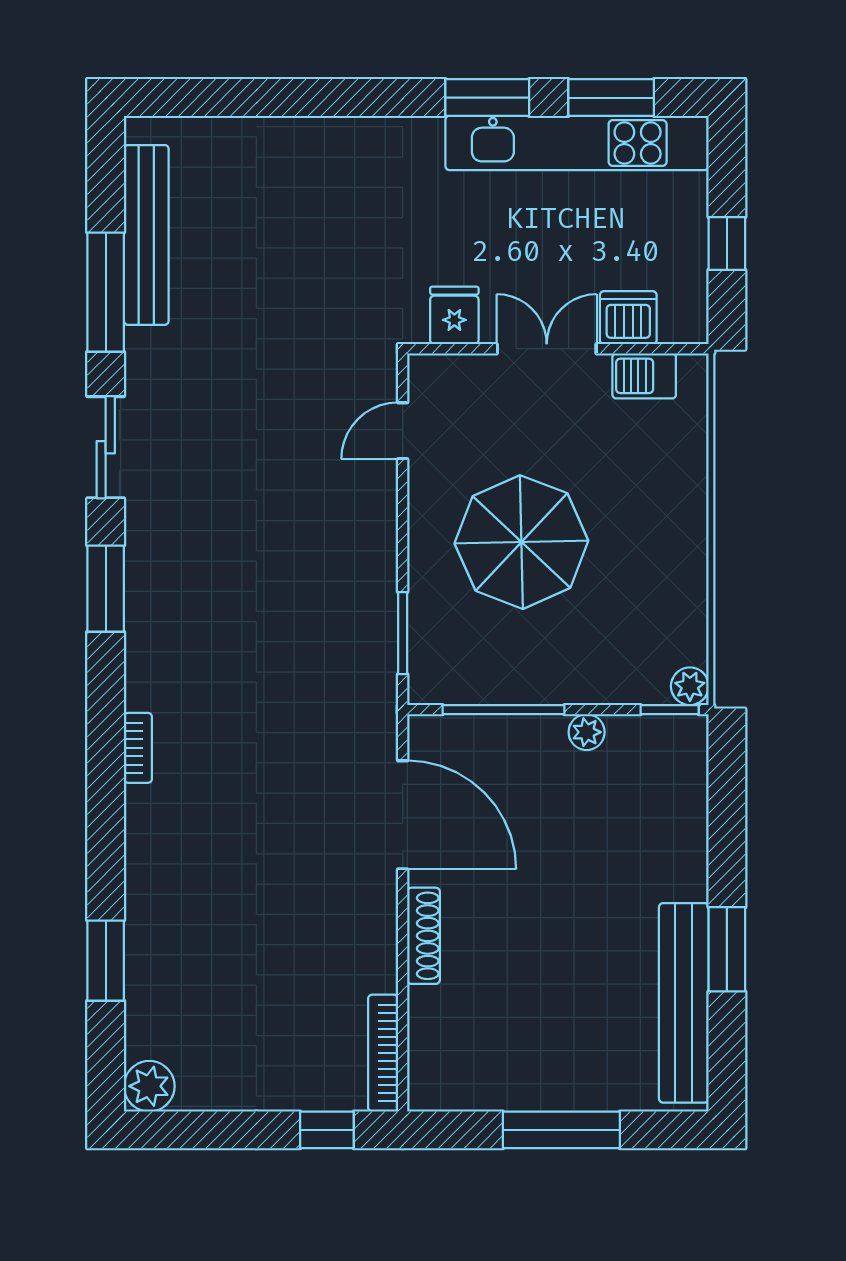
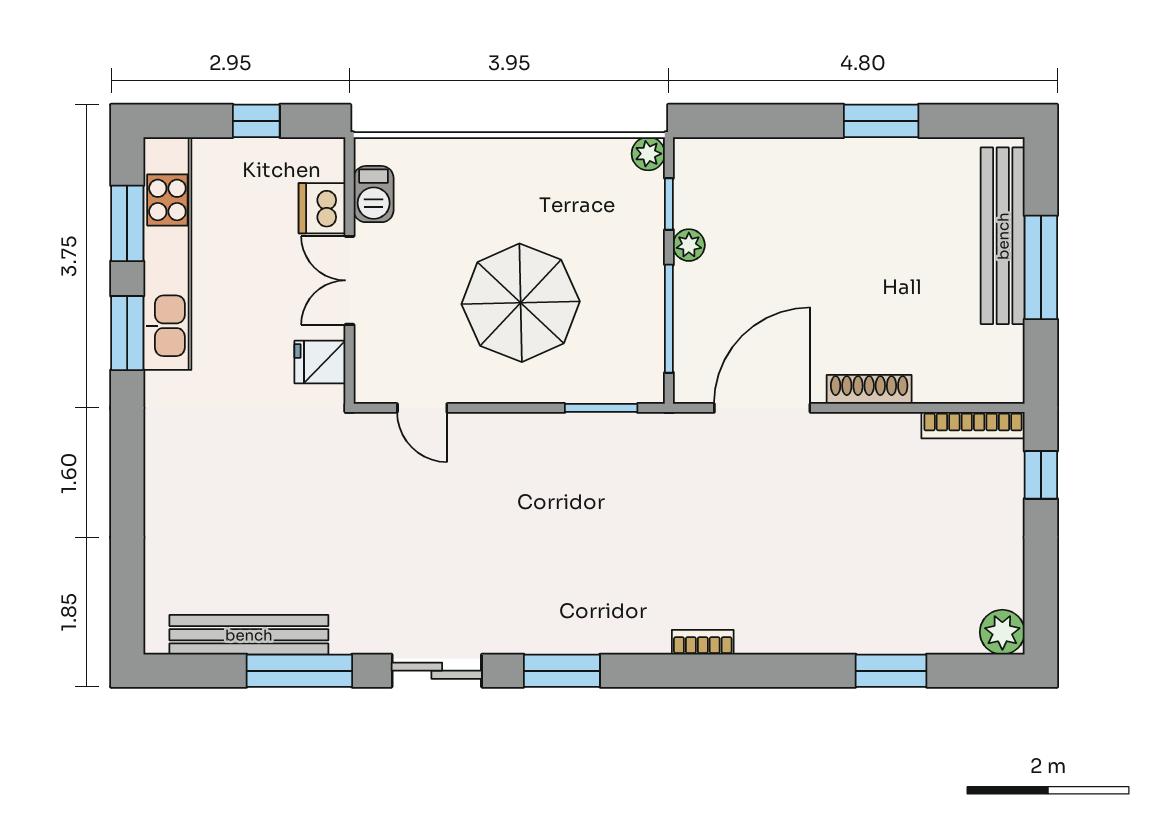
window: (670, 710) -> (669, 204), moved
bench: (684, 1003) -> (1003, 236), moved, turned 90

